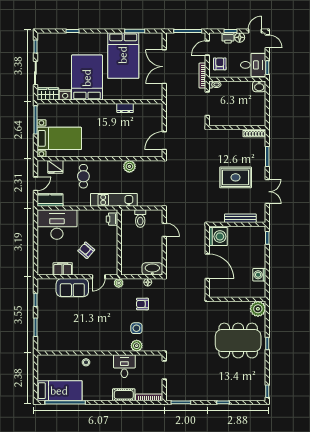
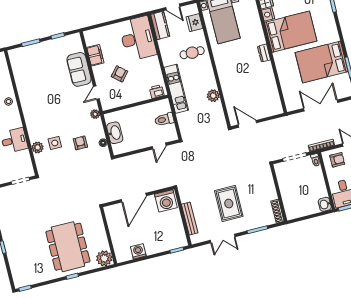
dresser: (125, 108) -> (264, 53), moved
washbasin: (152, 269) -> (115, 133), moved
door: (99, 277) -> (96, 93), hinge flipped

